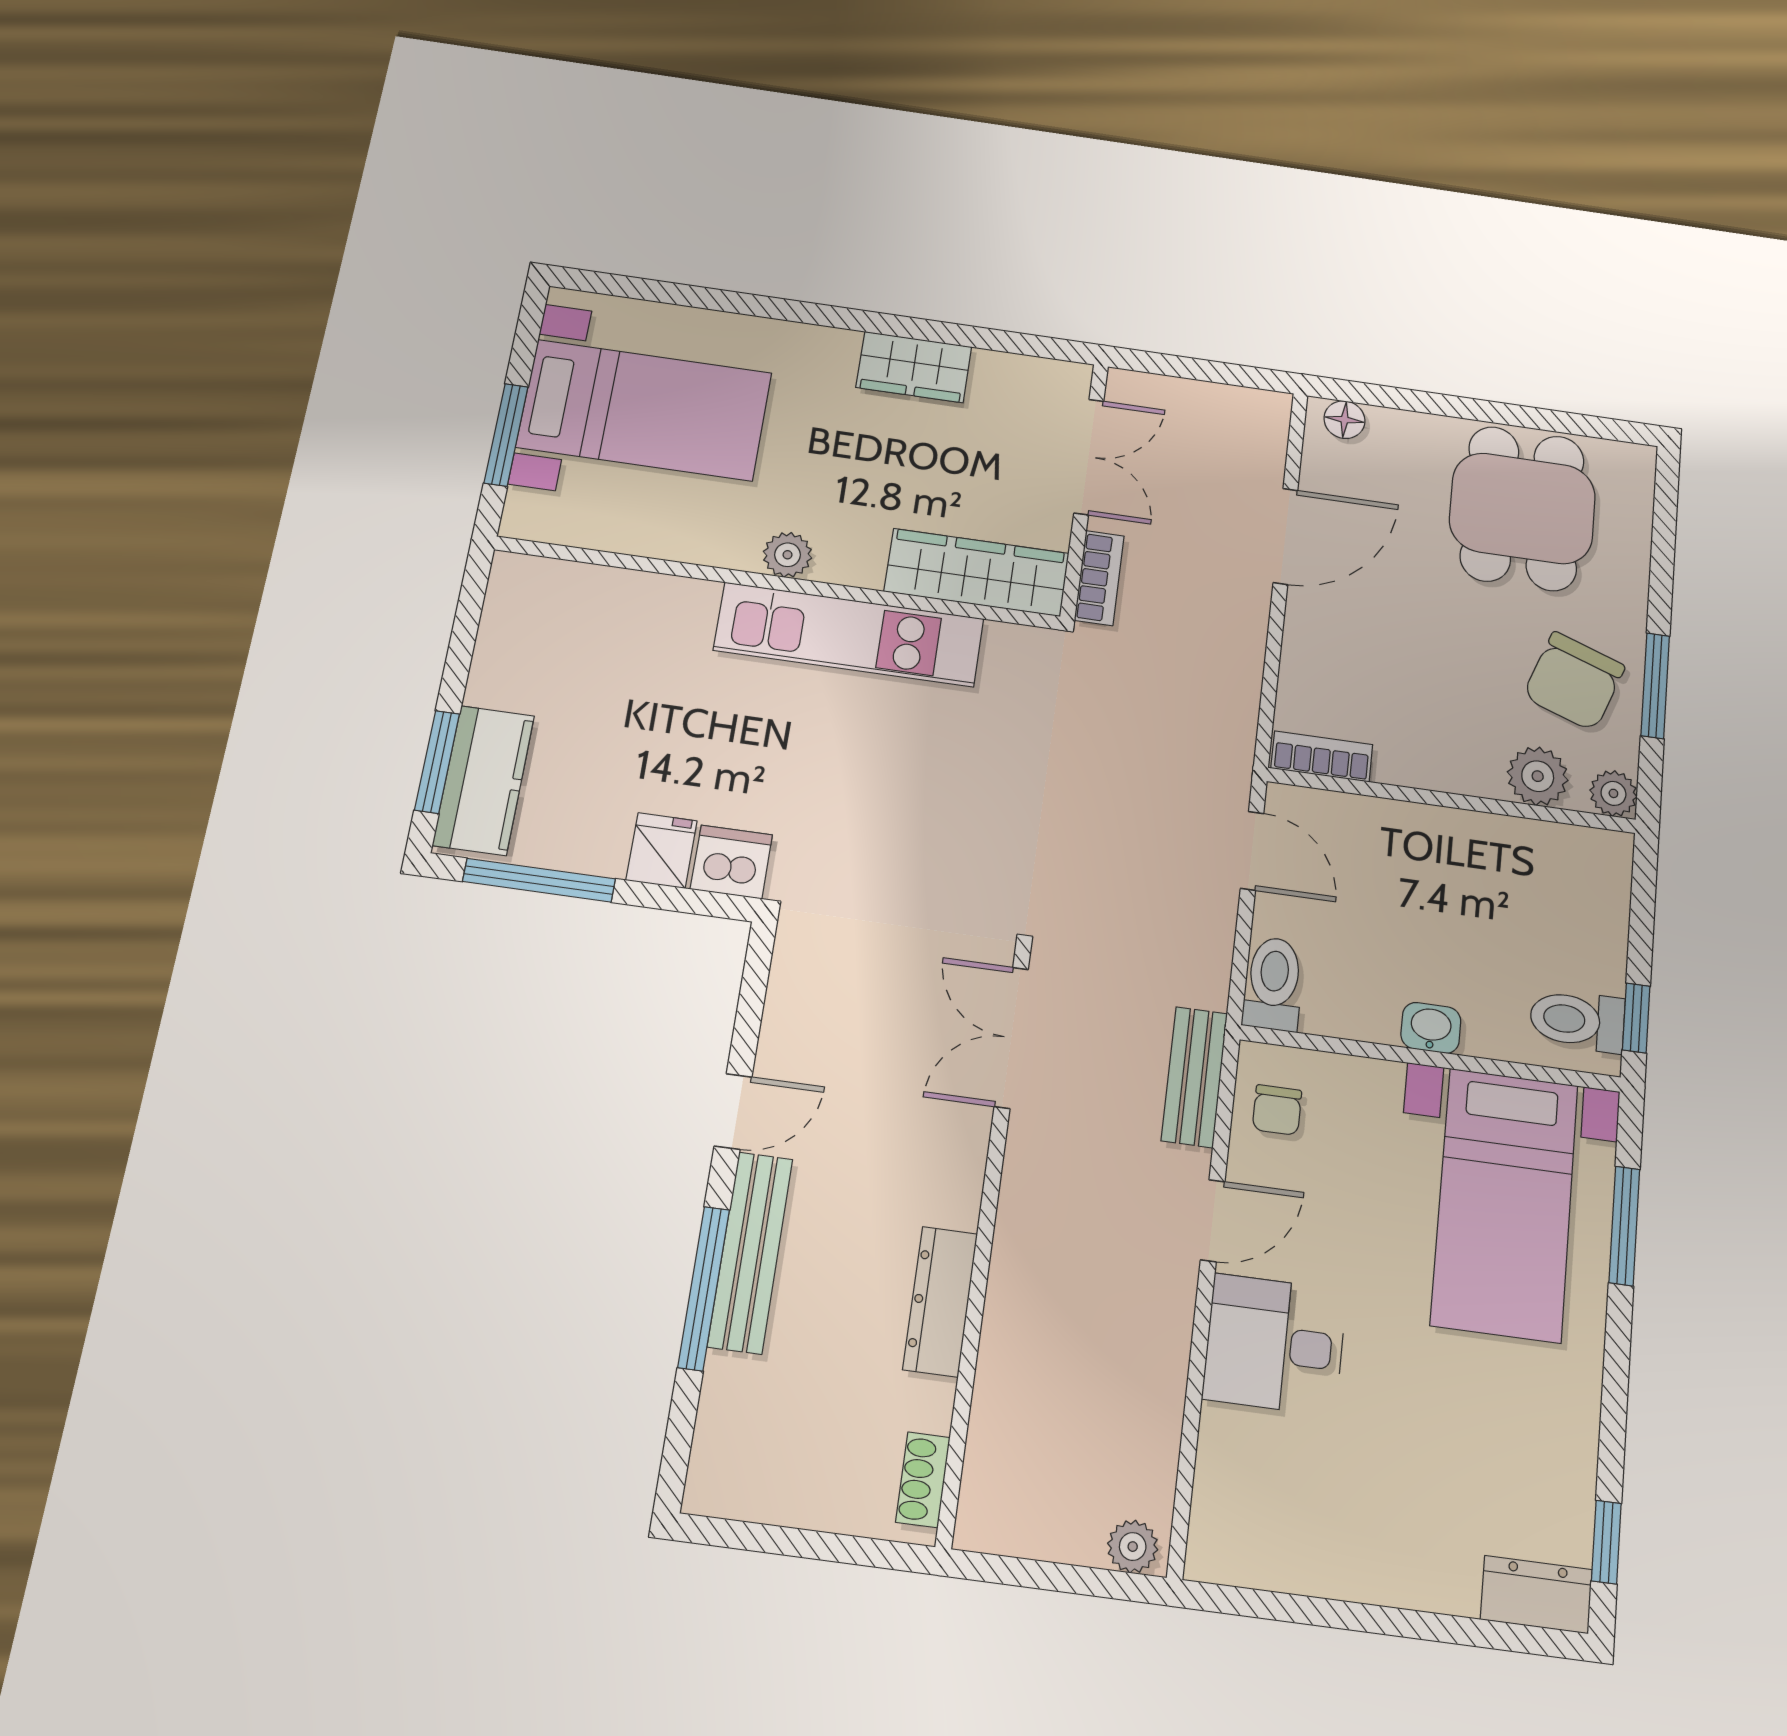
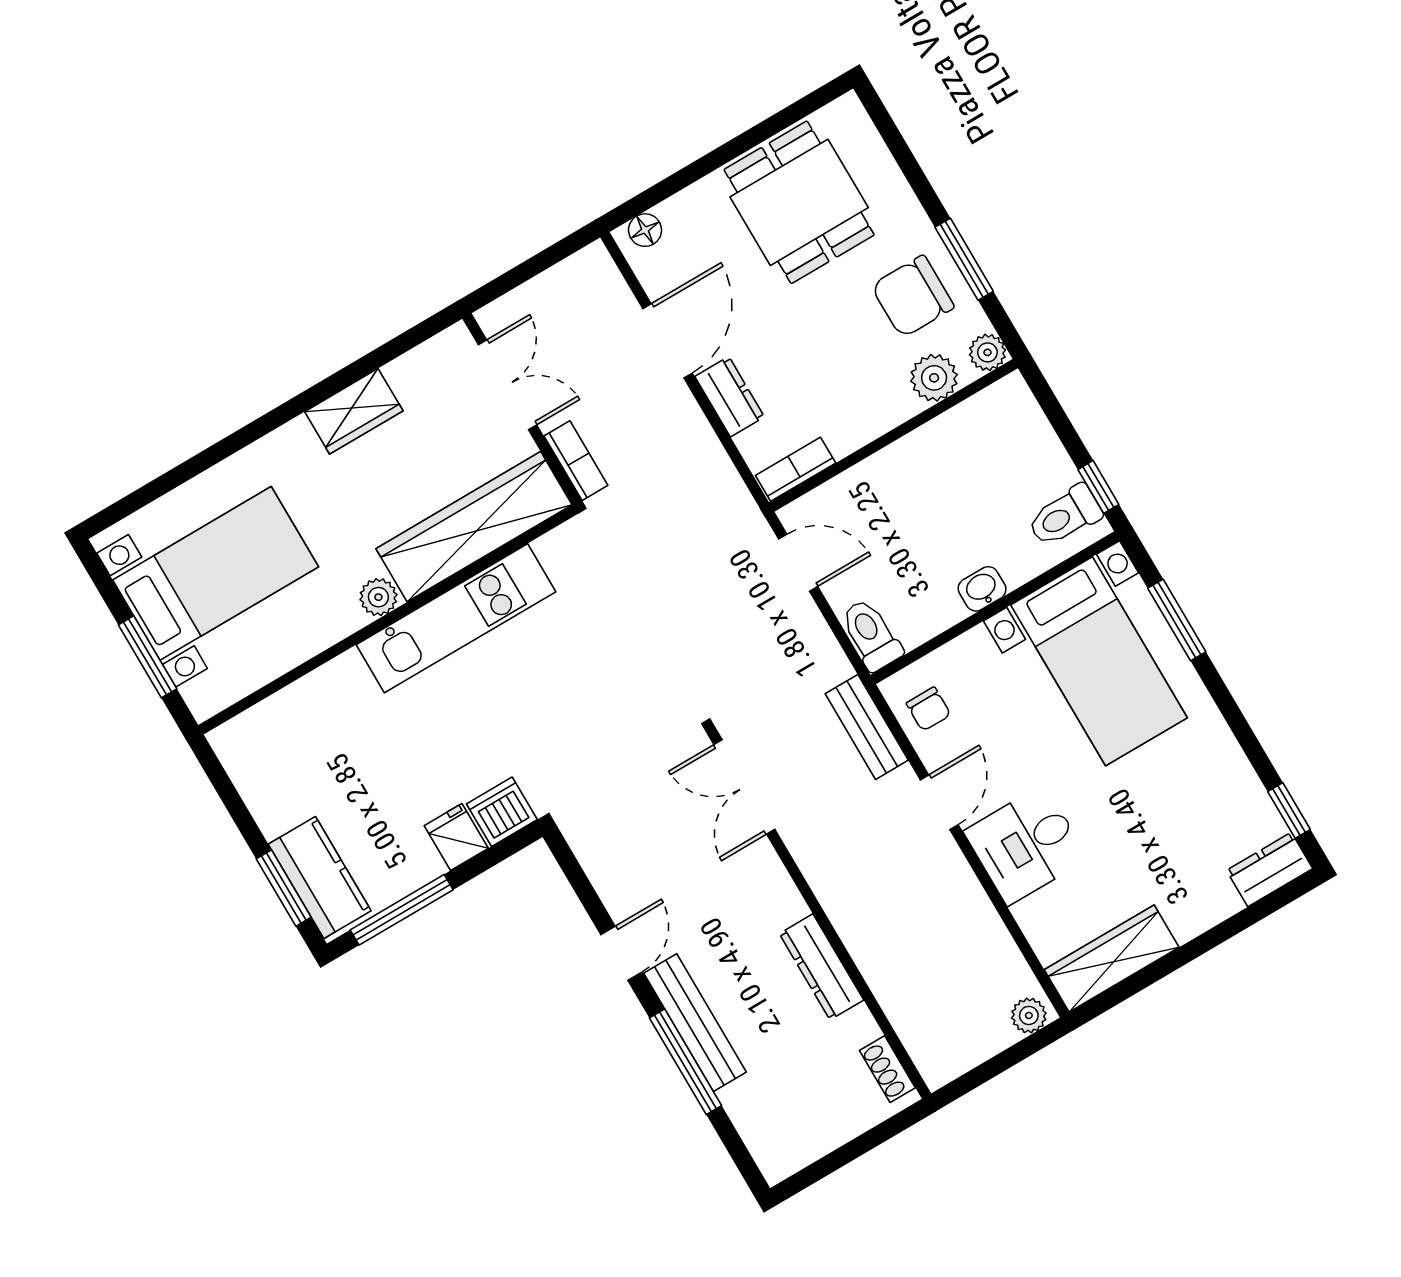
wardrobe: (977, 572) -> (474, 527), width x1.40, depth x1.17
dresser: (1308, 636) -> (730, 397), added
chair: (1574, 681) -> (913, 296), turned 70
wardrobe: (1278, 1555) -> (1112, 958), added

